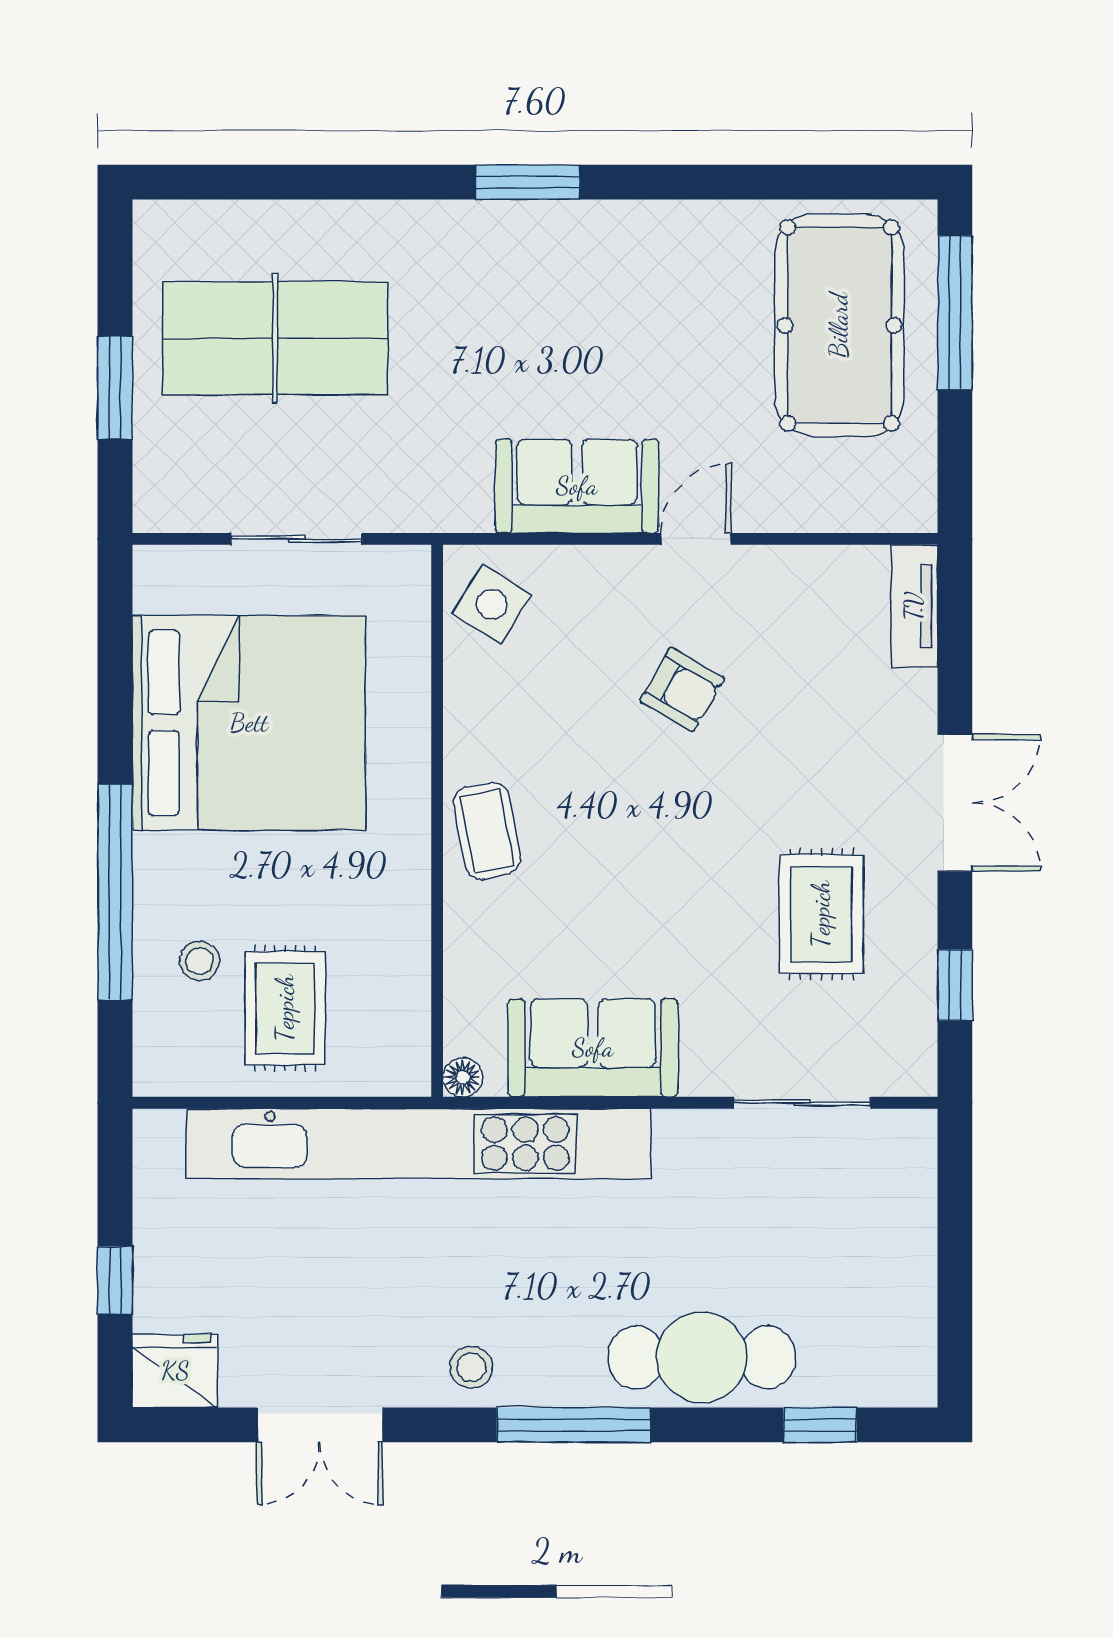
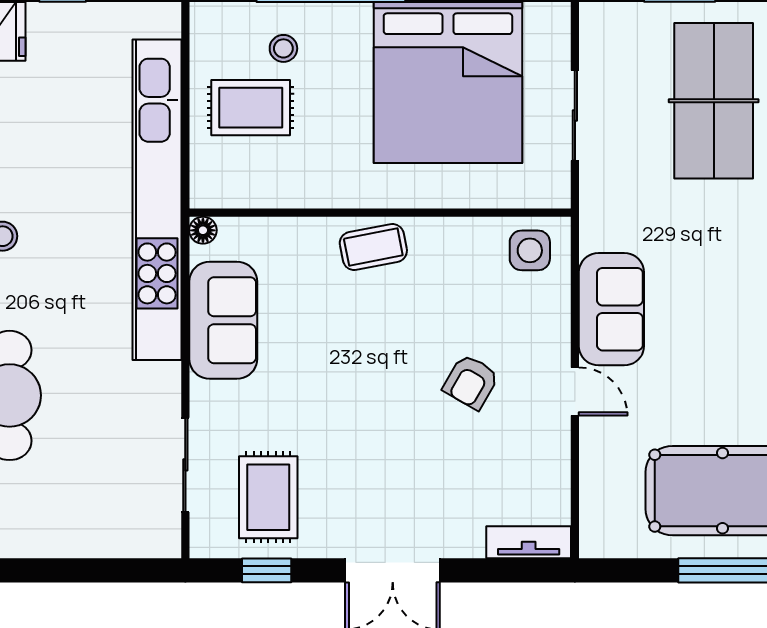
side table: (492, 604) -> (530, 250), turned -32
rug: (821, 914) -> (268, 497), moved, turned 90

